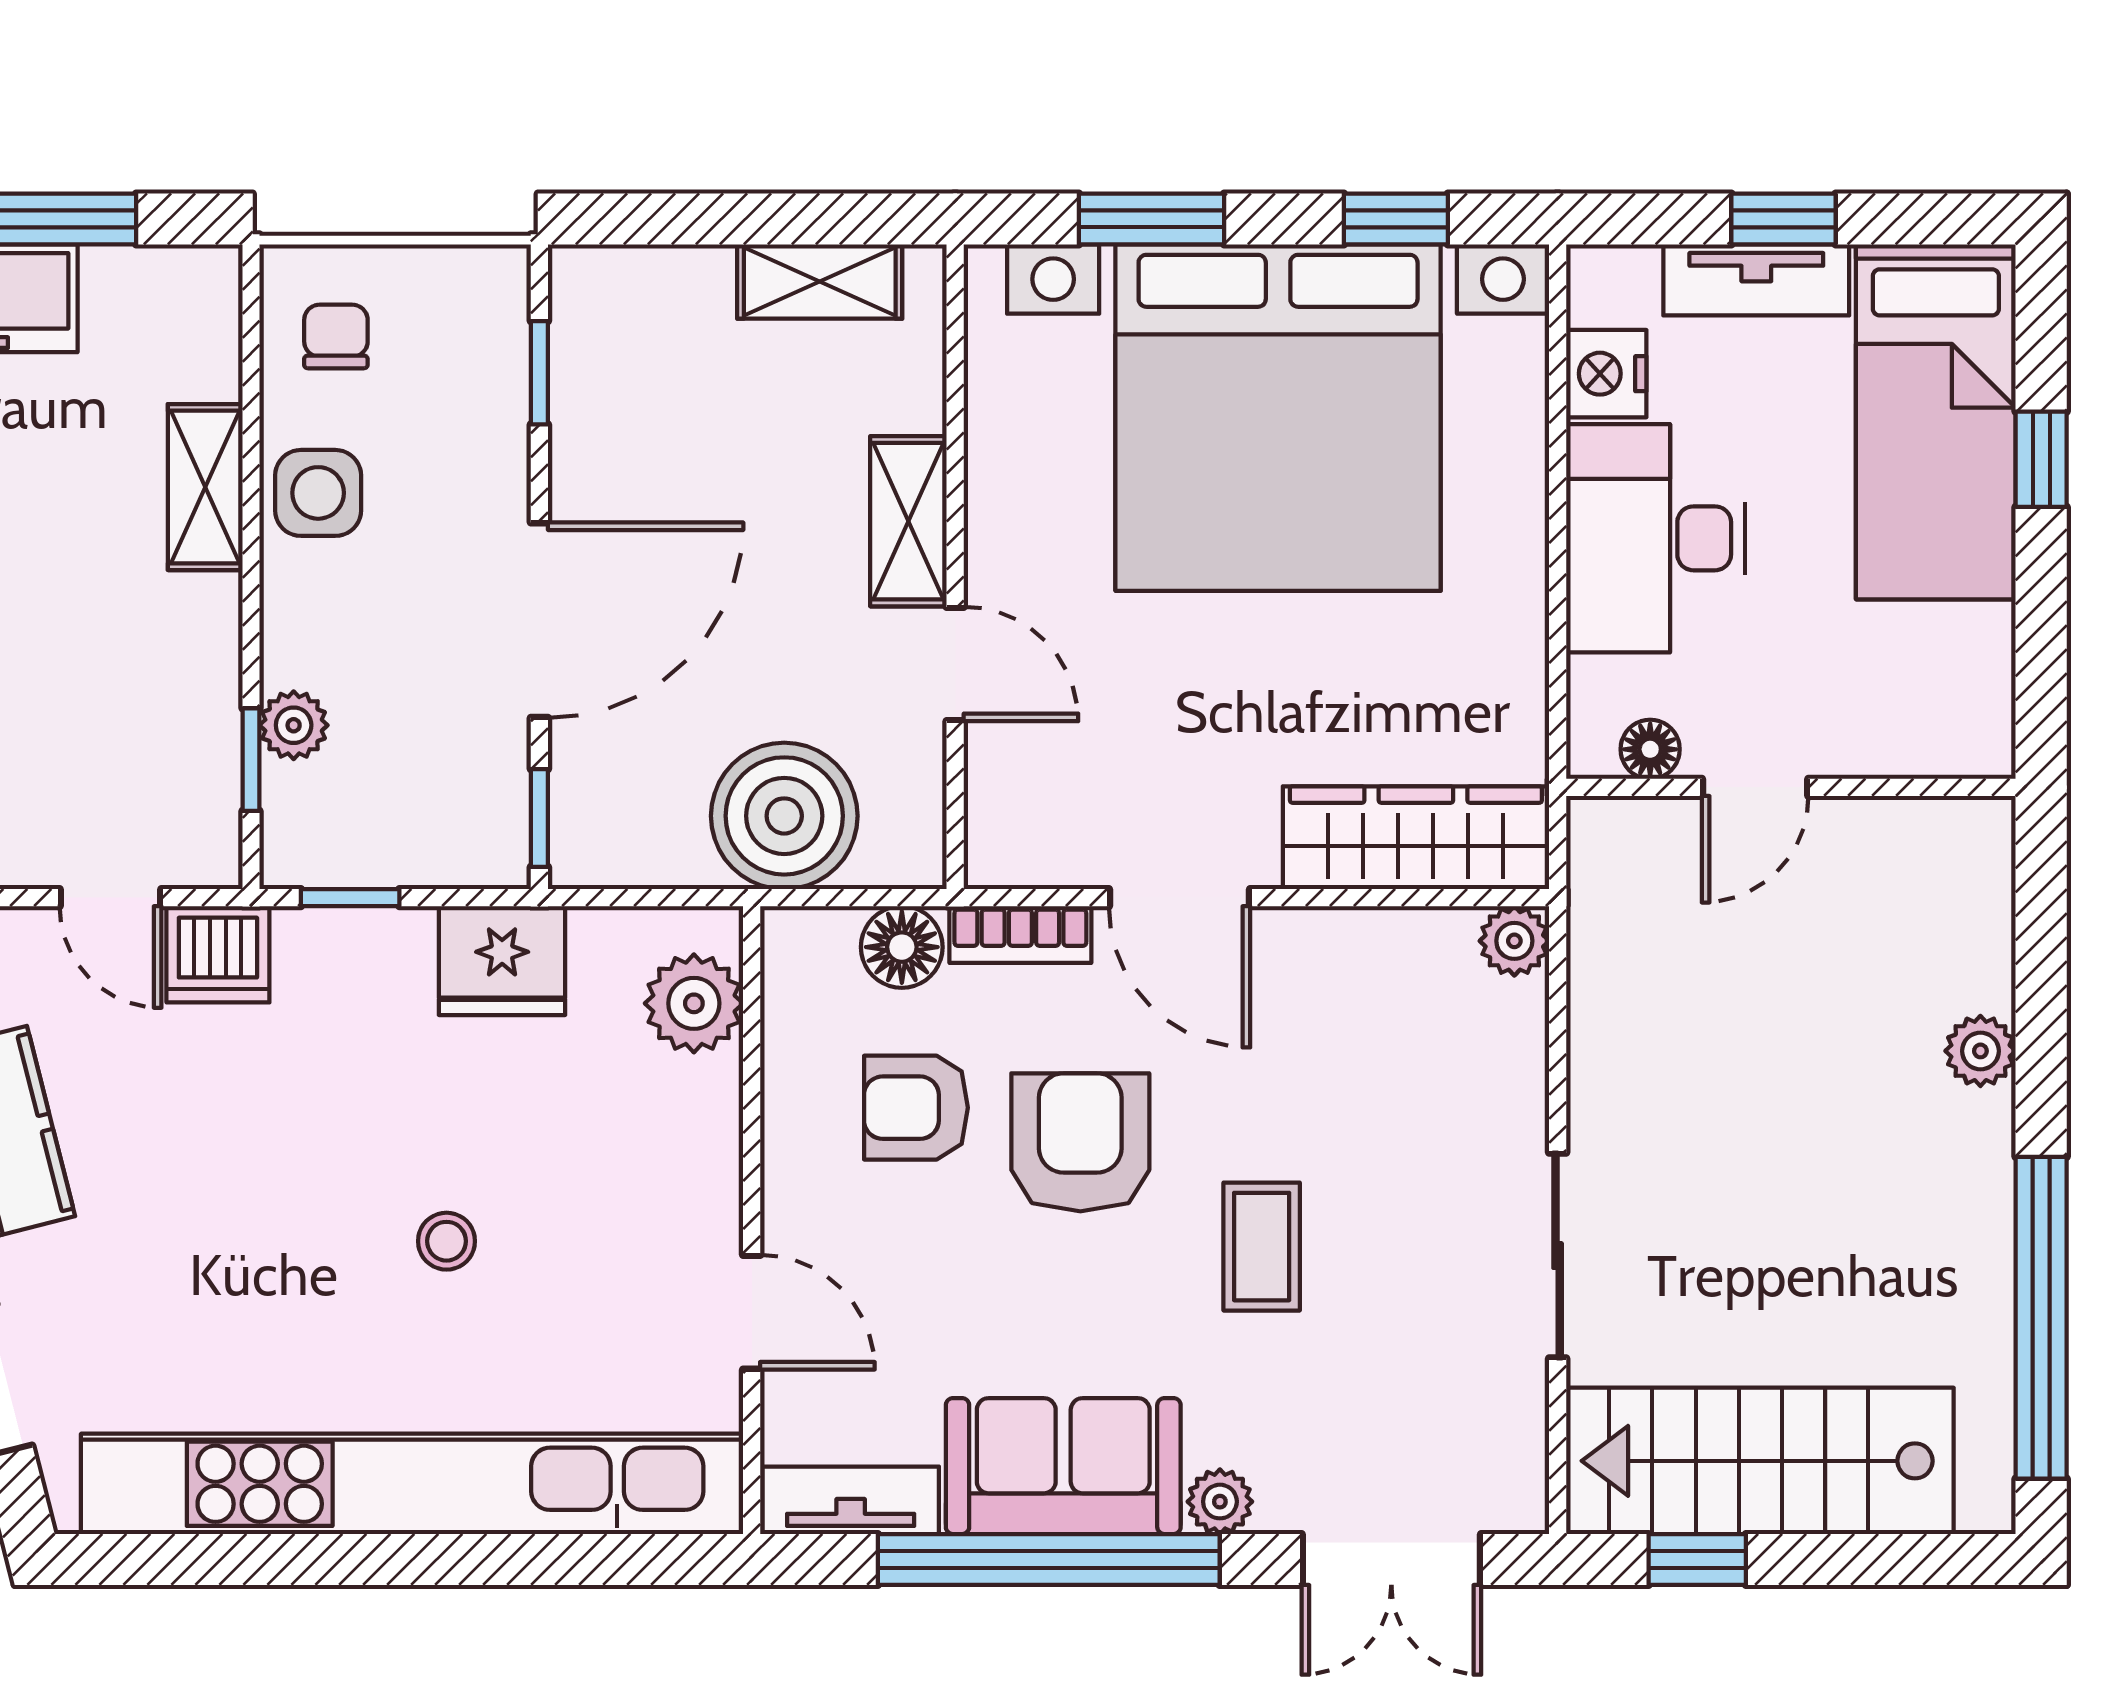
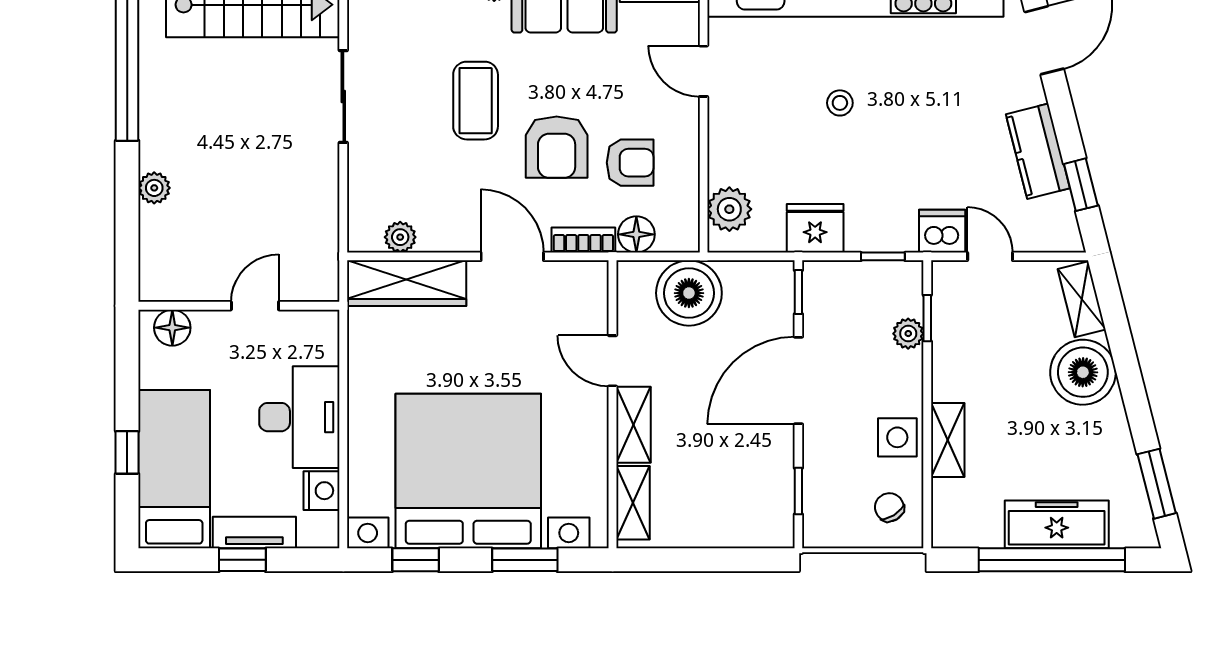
shelving: (820, 282) -> (633, 503), moved, turned 90
chair: (336, 336) -> (889, 507), turned 148
floor lamp: (1650, 749) -> (172, 328), moved, width x1.37, depth x1.37
plant: (1514, 941) -> (400, 237), moved
coffee table: (1262, 1247) -> (476, 101), width x1.36, depth x1.30

